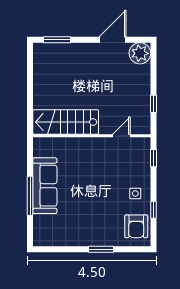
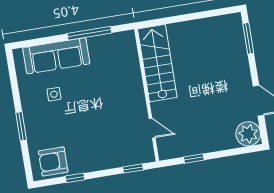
sofa: (45, 186) -> (56, 56), moved
side table: (135, 193) -> (54, 94), moved
window: (30, 196) -> (89, 33), moved

